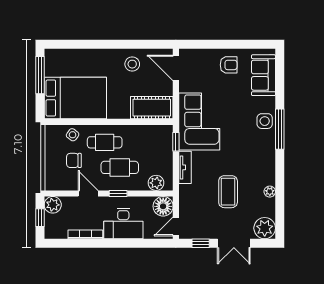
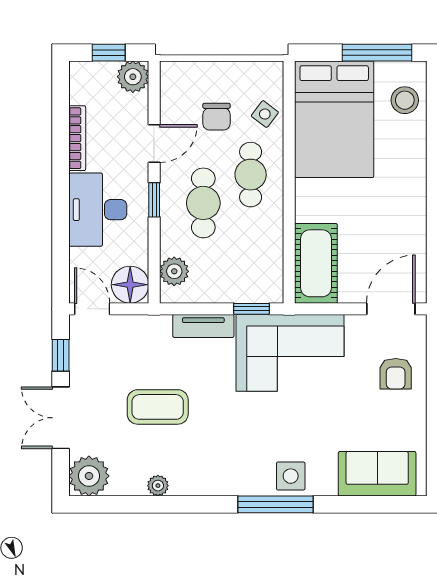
stool: (132, 64) -> (405, 100), moved
armchair: (229, 65) -> (396, 374), moved
chair: (74, 160) -> (216, 117), turned 180

